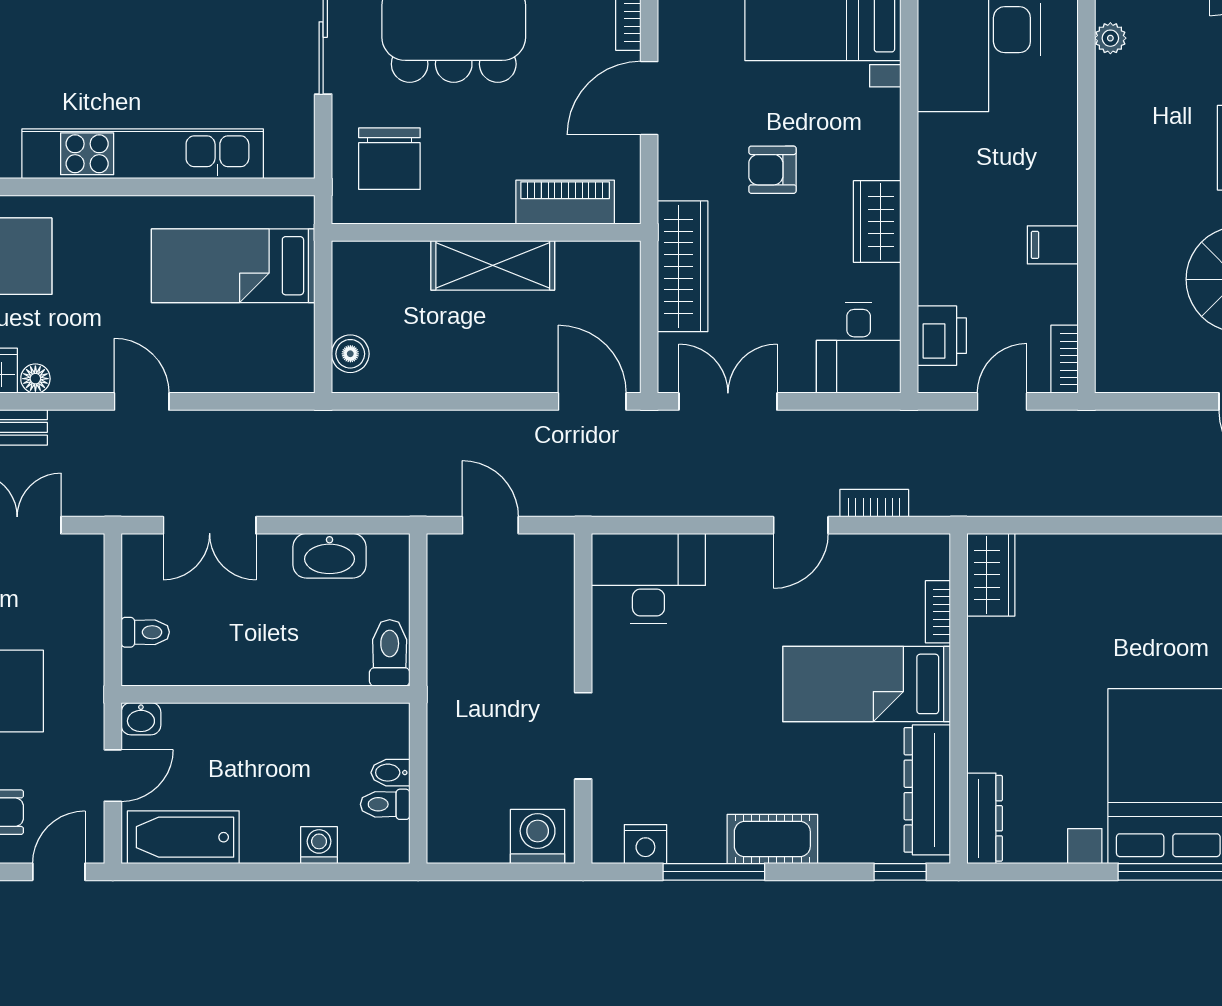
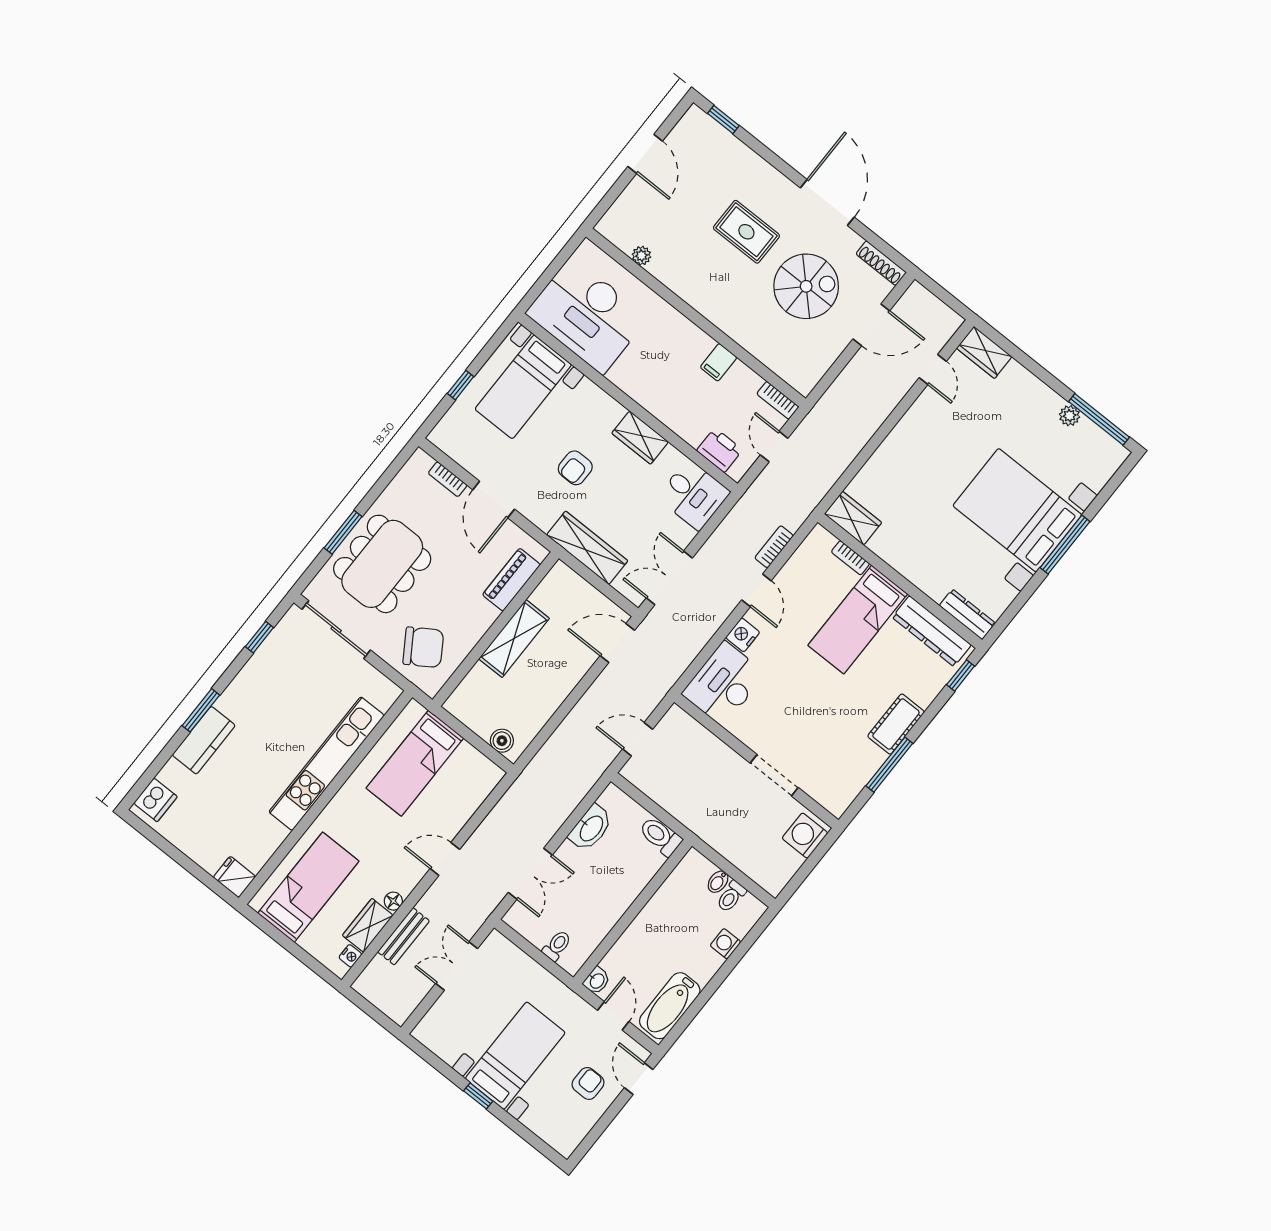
chair: (389, 159) -> (423, 647), turned -33
nightstand: (645, 844) -> (743, 635), moved, turned 180

